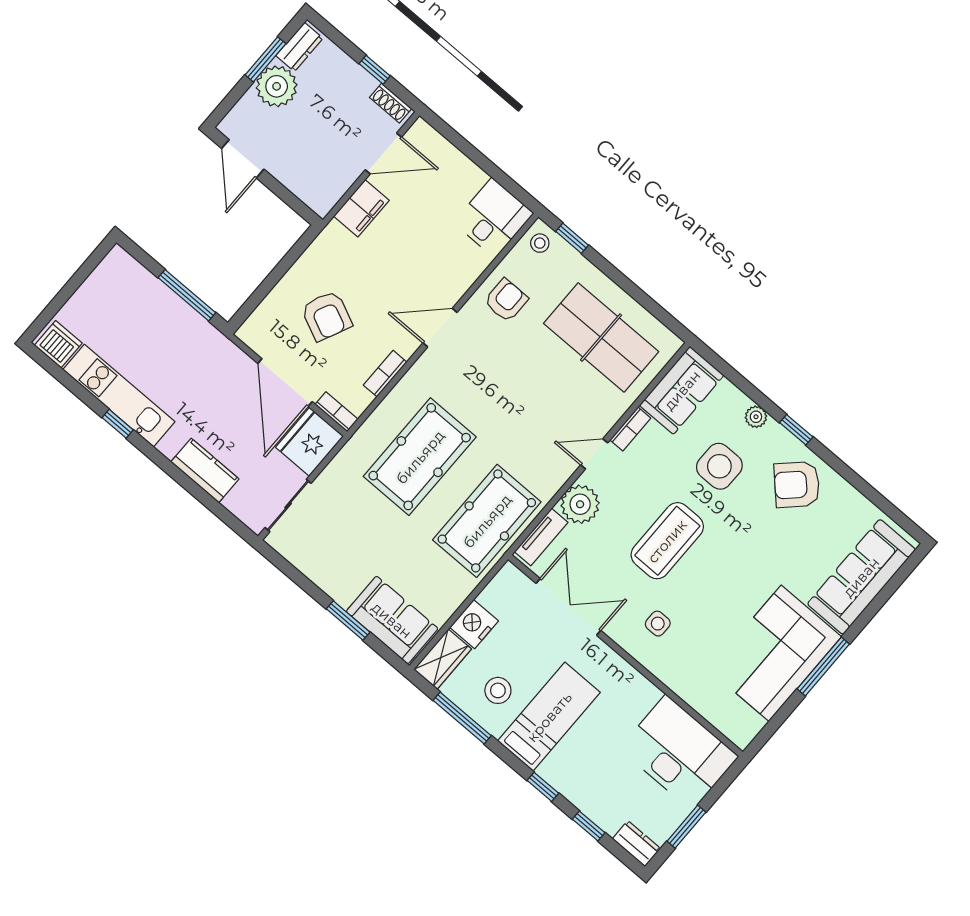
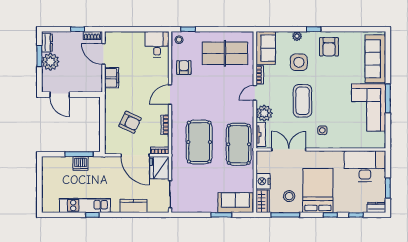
door: (383, 153) -> (104, 54), swing flipped
dishwasher: (58, 344) -> (80, 163), moved, turned 180
armchair: (797, 485) -> (329, 47), turned -46
bed: (549, 717) -> (318, 190), width x1.50

